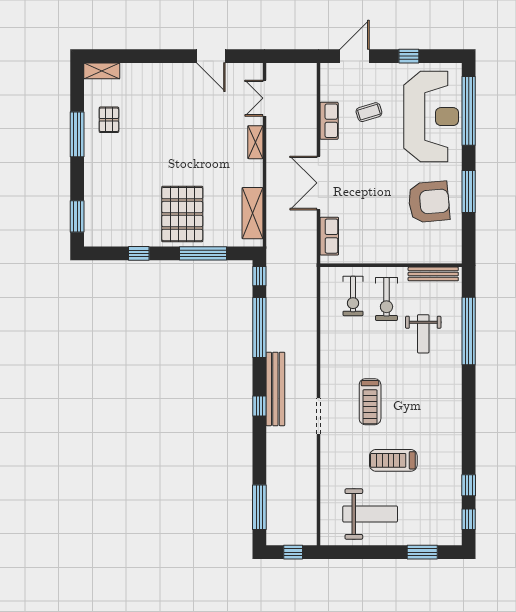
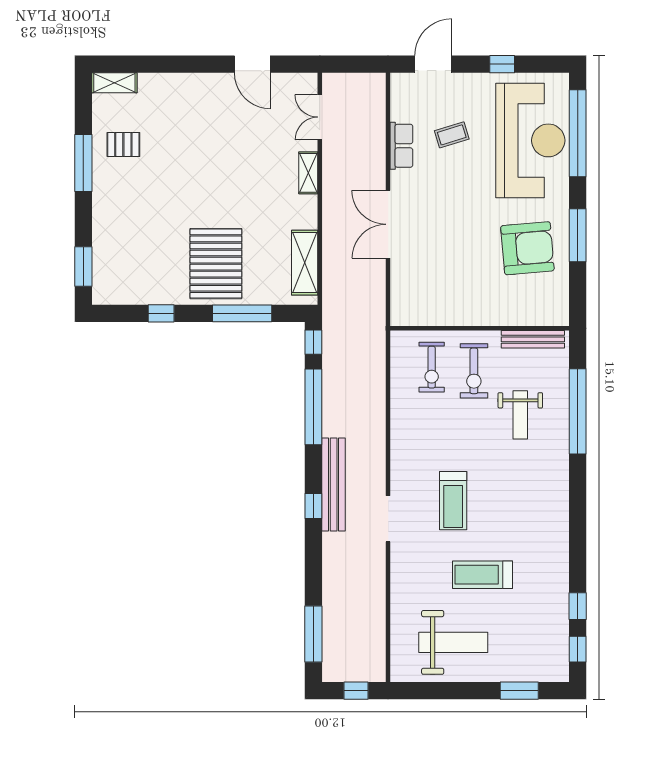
pallet: (109, 120) -> (123, 145), turned 90
row of seats: (329, 236) -> (402, 292), removed

